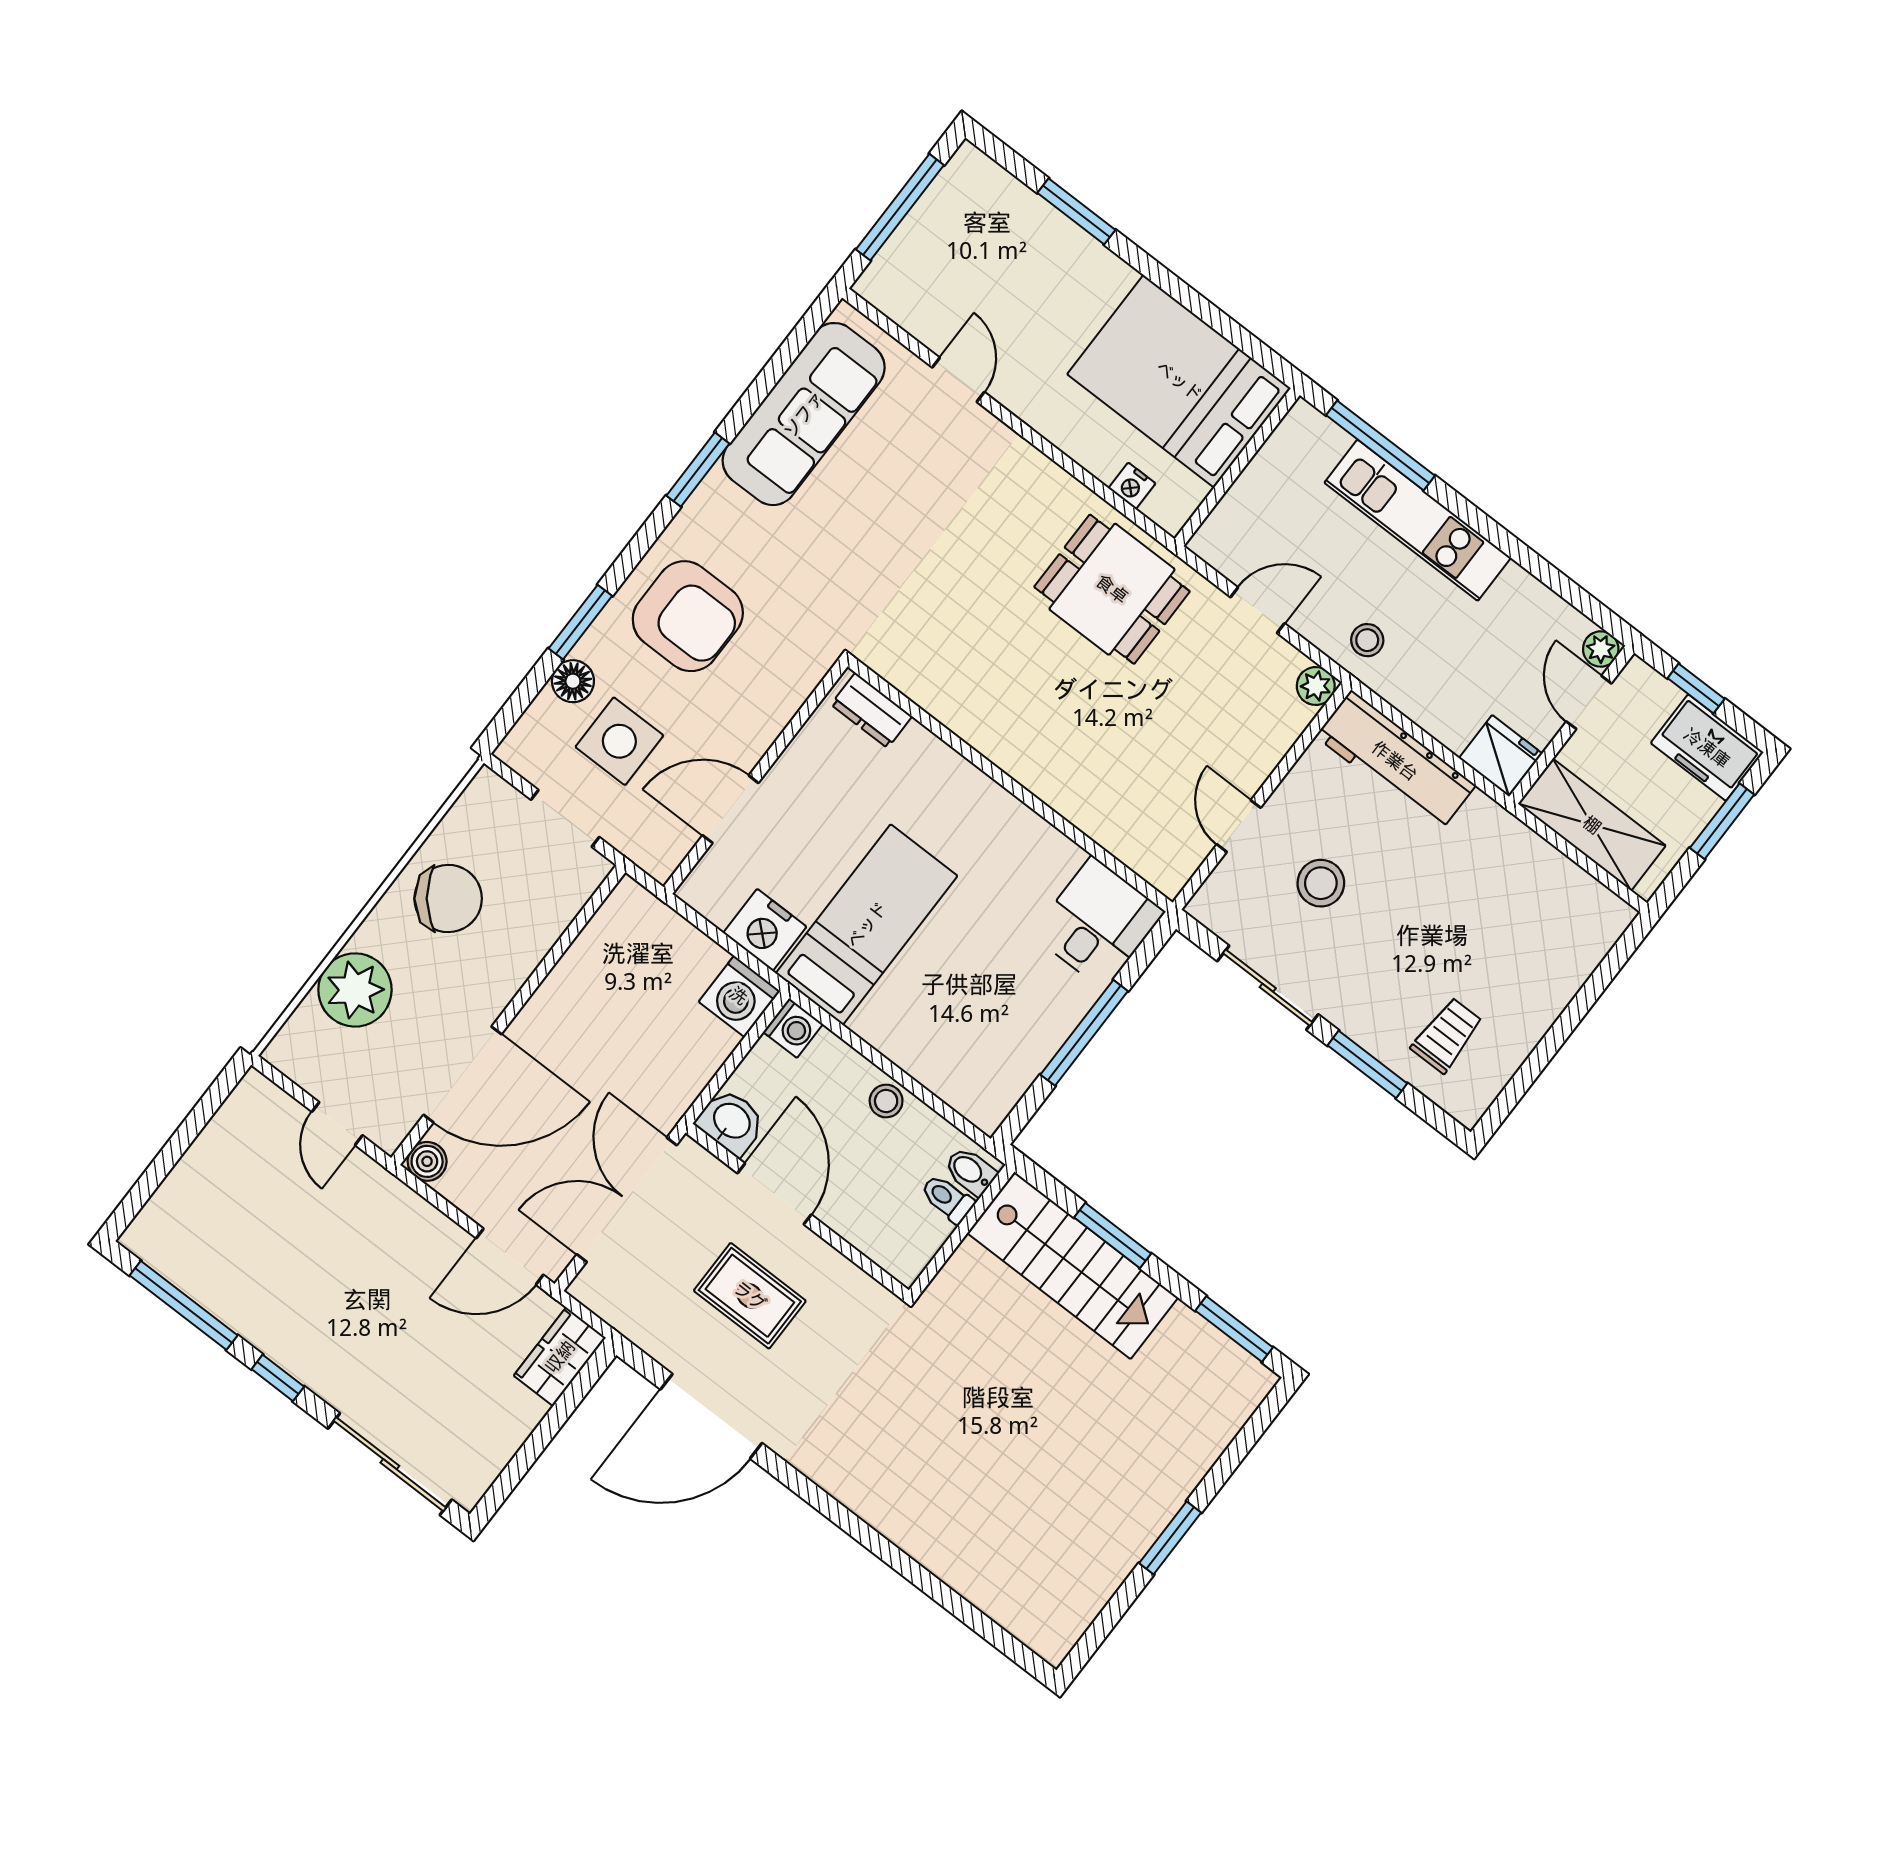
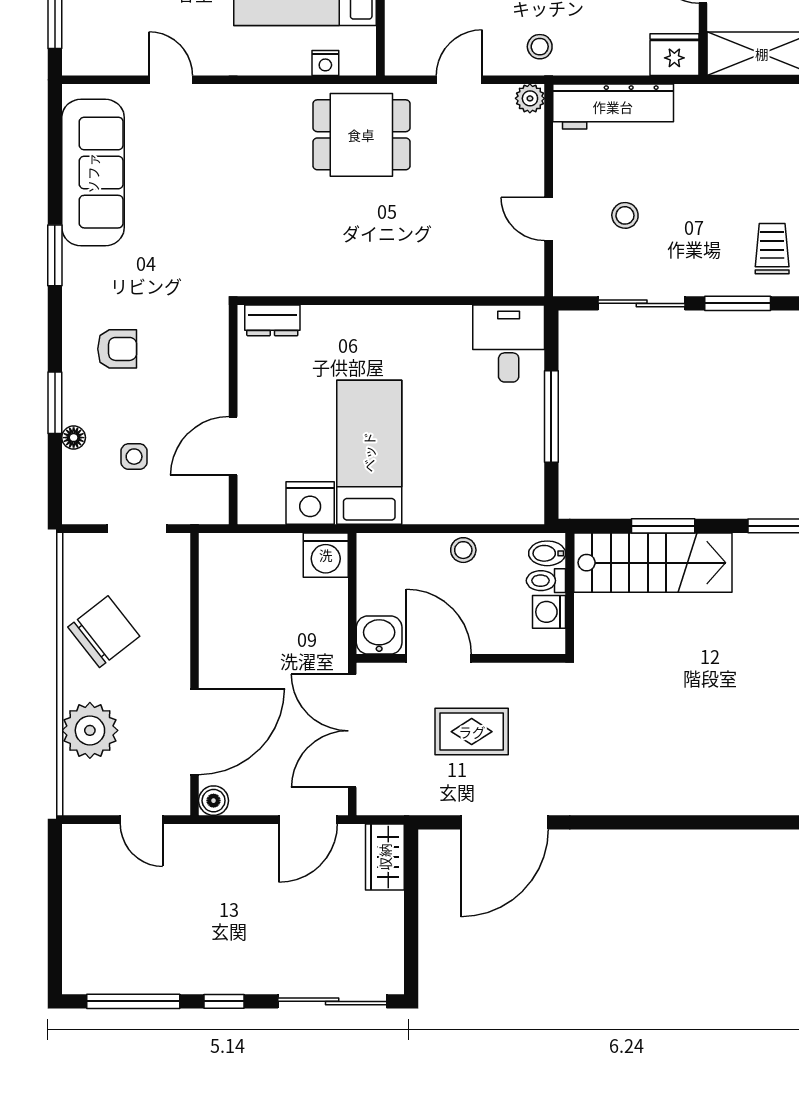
armchair: (688, 616) -> (117, 349), width x0.53, depth x0.53
floor lamp: (573, 681) -> (74, 438), width x0.73, depth x0.73
side table: (619, 741) -> (134, 457), width x0.54, depth x0.54
stool: (1321, 883) -> (625, 215), width x0.73, depth x0.73
washing machine: (793, 1028) -> (549, 612), moved, turned 180

